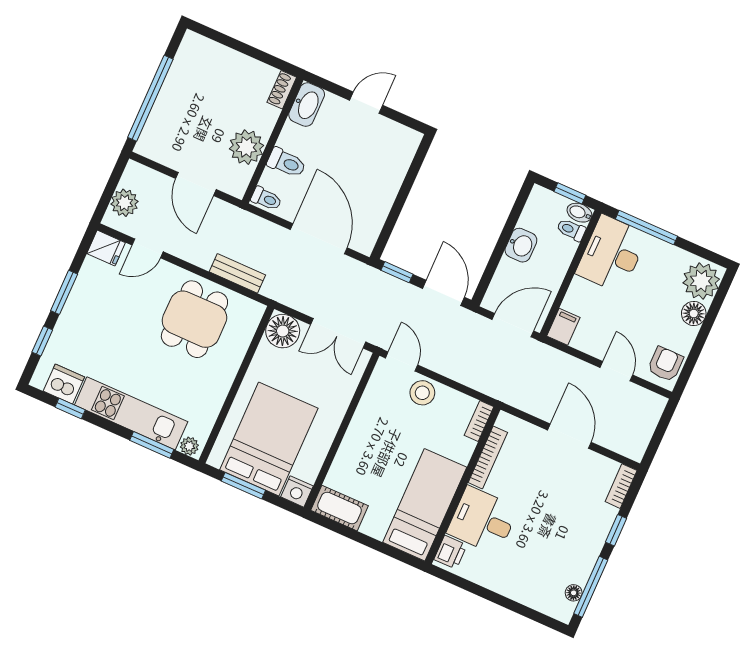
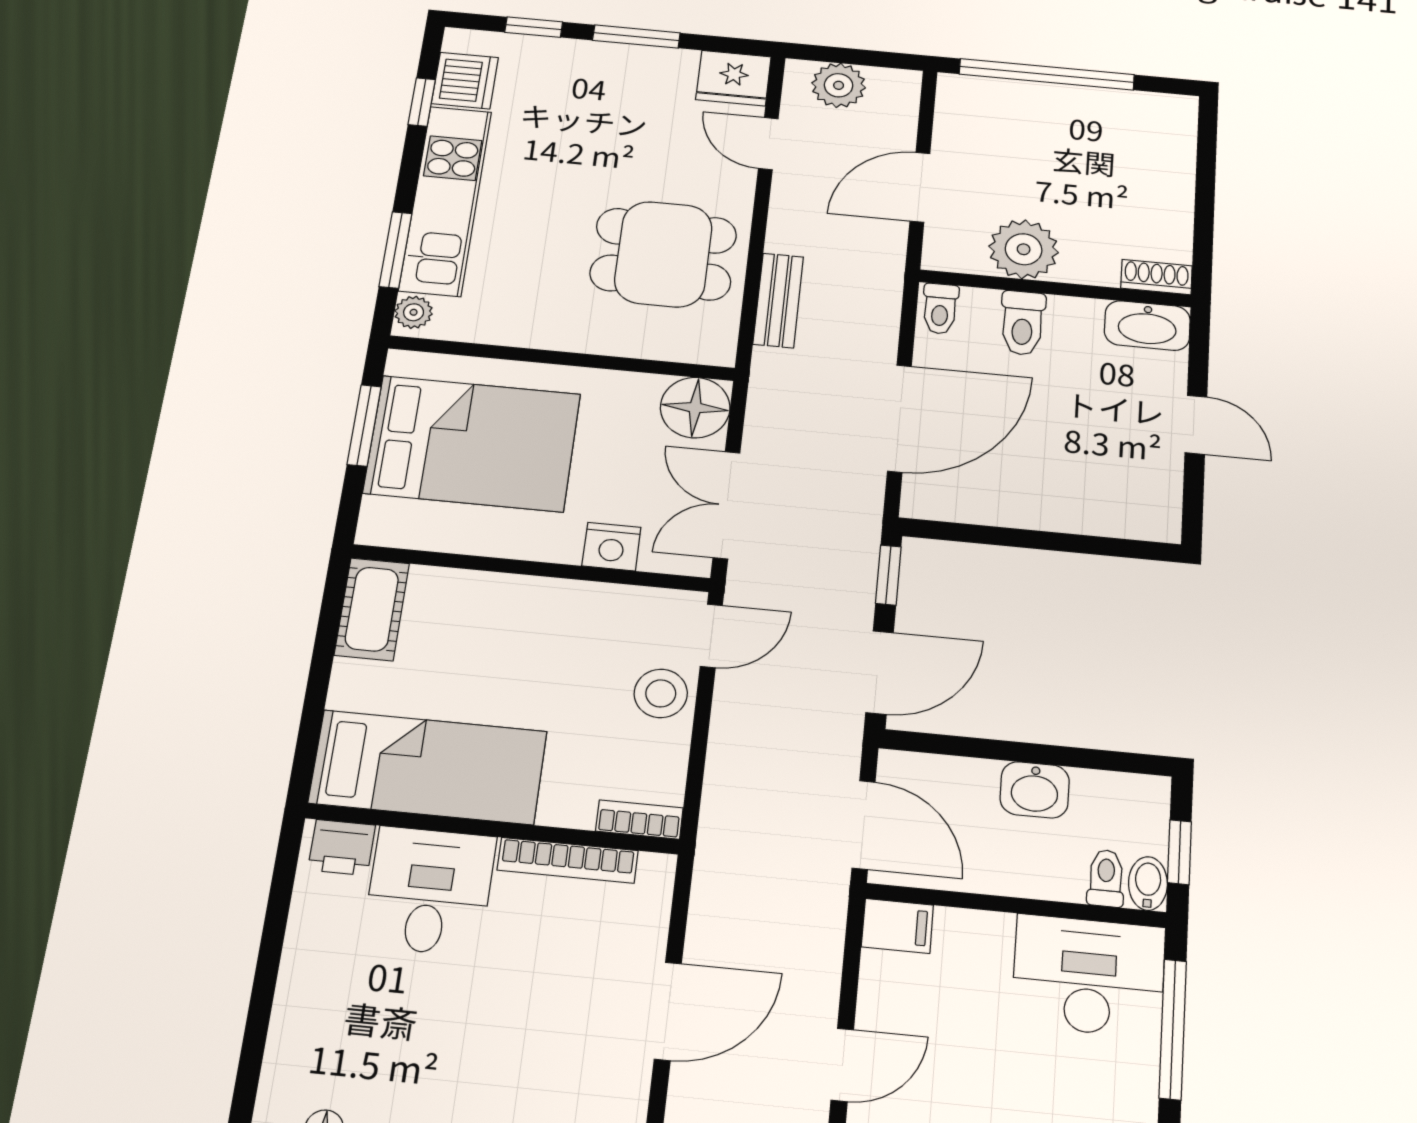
fridge: (106, 248) -> (734, 78), width x1.38
nightstand: (297, 491) -> (611, 547), moved, turned -90

